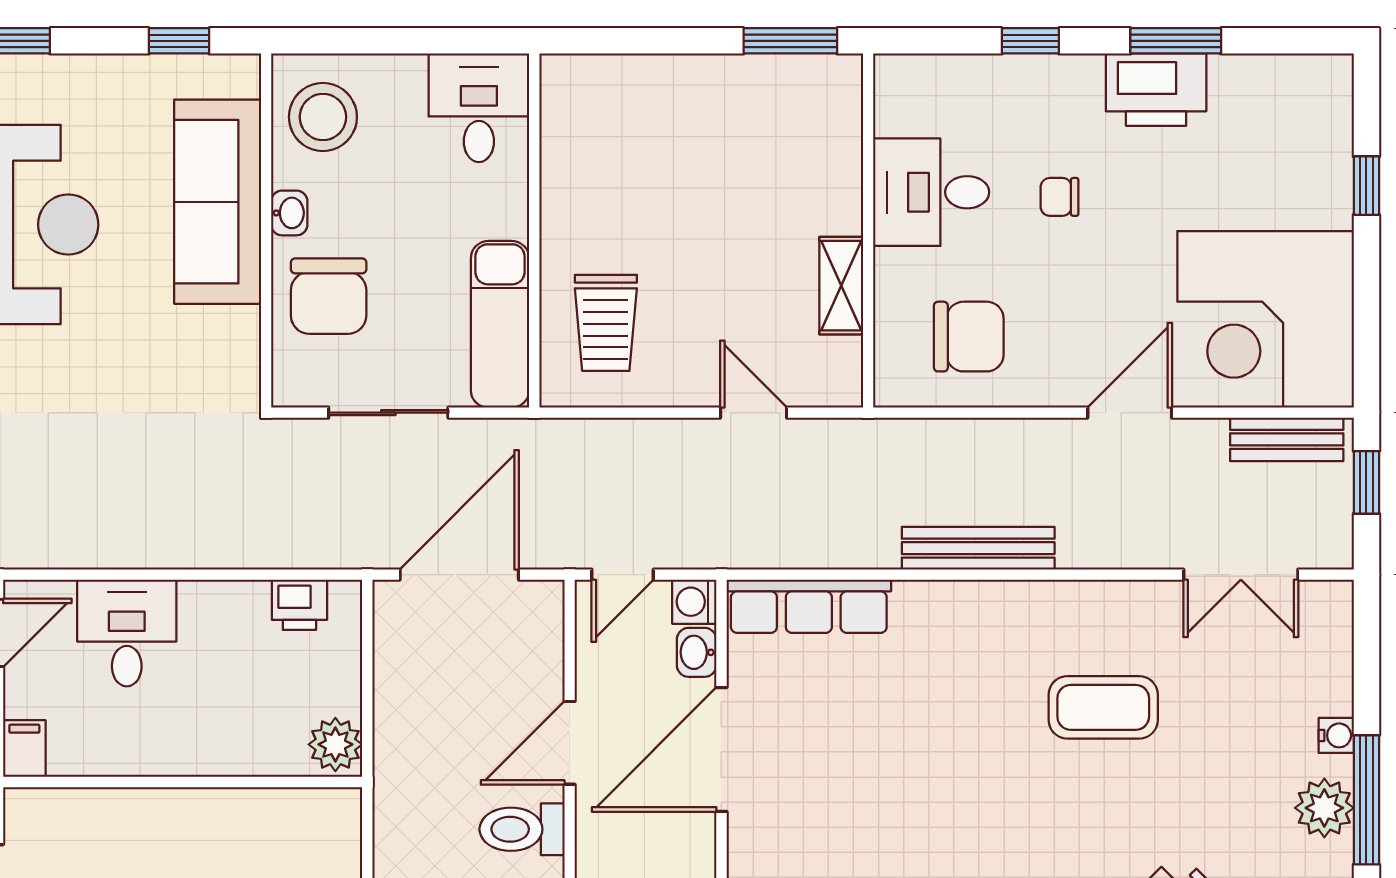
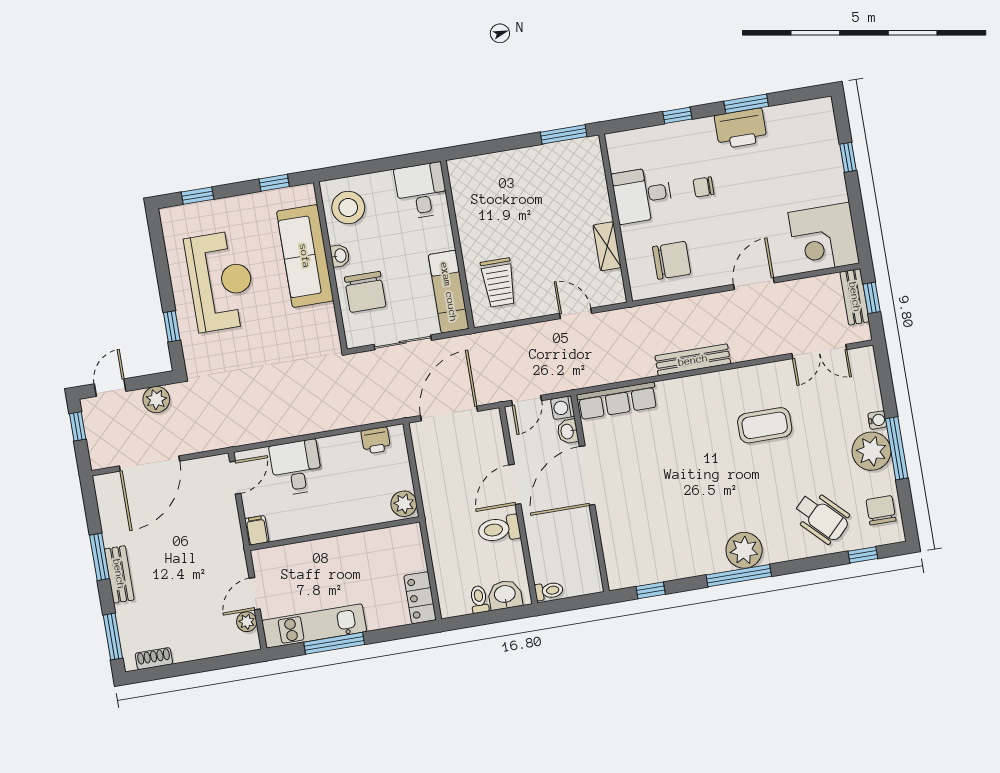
corner desk: (1266, 319) -> (824, 238), width x0.74, depth x0.74
bench: (1287, 439) -> (855, 297), moved, turned 90
plant: (1324, 808) -> (871, 451), width x1.36, depth x1.36

